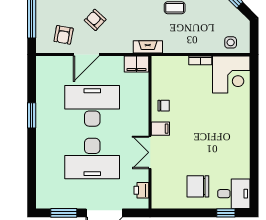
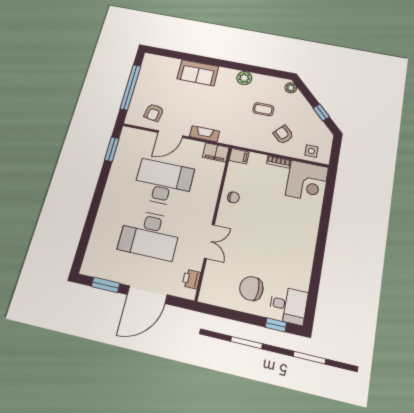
armchair: (95, 20) -> (283, 135), moved
fireplace: (148, 47) -> (205, 134), moved
window: (32, 115) -> (112, 149), moved
filing cabinet: (160, 129) -> (239, 156), moved
double door: (150, 152) -> (209, 241), swing flipped

